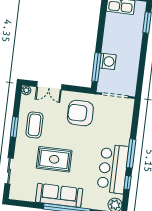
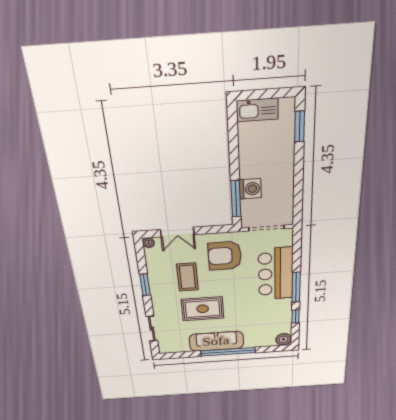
coffee table: (35, 125) -> (187, 277), moved
bar counter: (113, 169) -> (276, 274), moved

